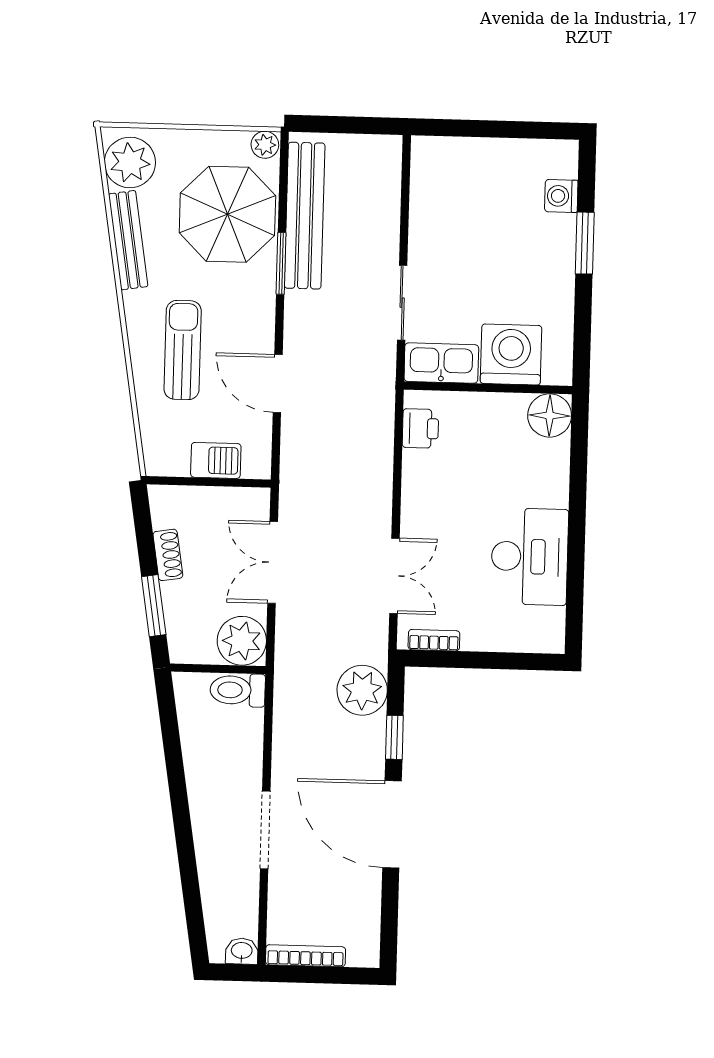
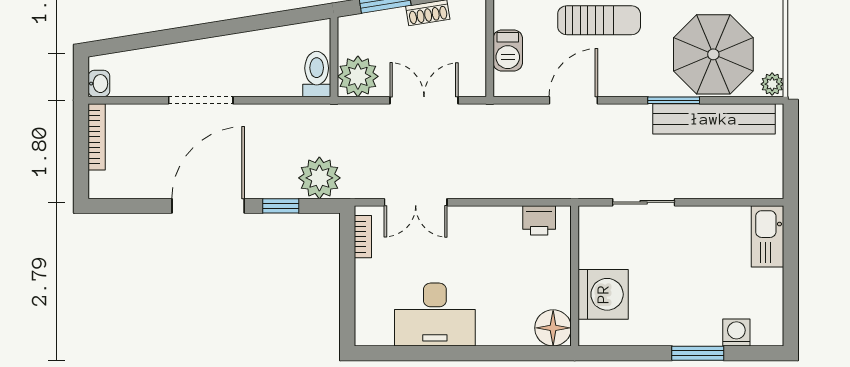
kitchen sink: (441, 363) -> (767, 236), moved, turned 180

